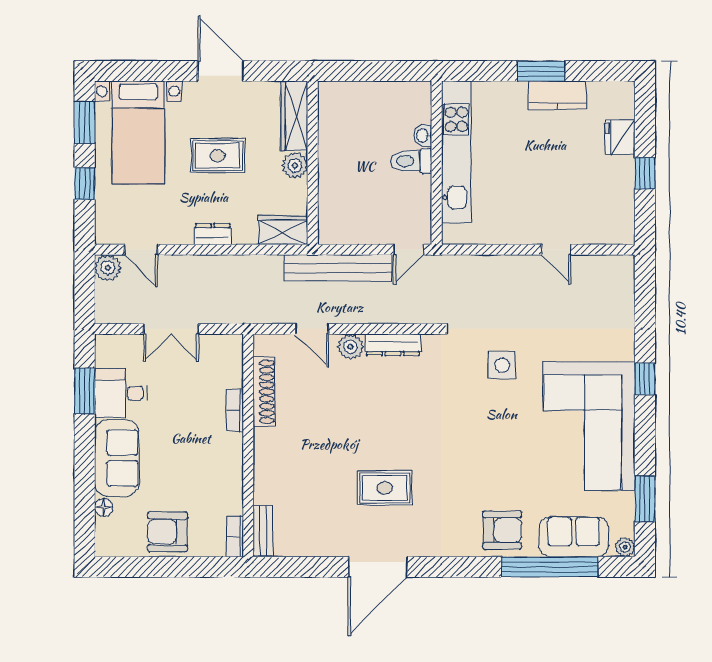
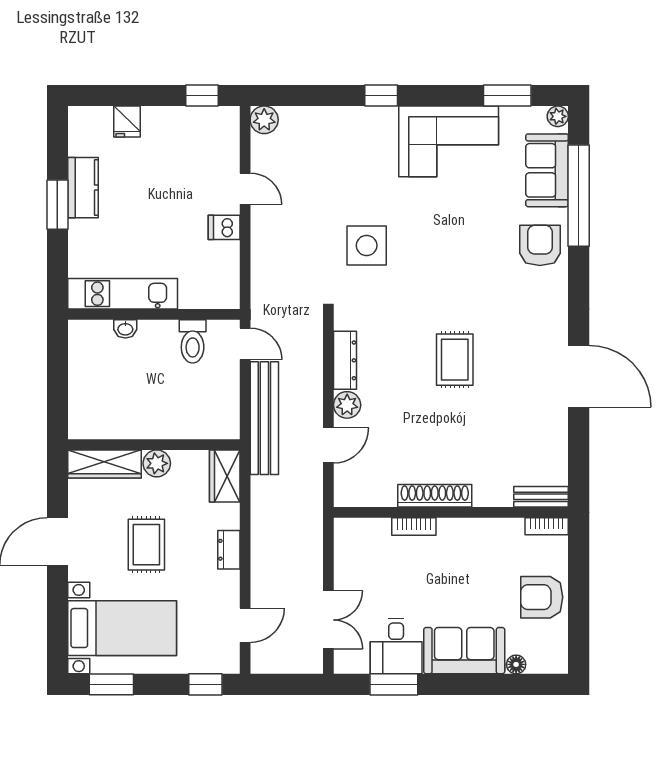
fridge: (620, 137) -> (127, 121), width x0.72
kitchen unit: (456, 152) -> (123, 294), width x0.73
toilet: (411, 161) -> (193, 341), moved
window: (645, 173) -> (202, 95), moved
window: (85, 184) -> (205, 684), moved
dishwasher: (519, 230) -> (224, 227), added
door: (556, 250) -> (245, 189), hinge flipped
plant: (108, 268) -> (264, 120), moved
double door: (171, 329) -> (328, 620), moved
side table: (502, 365) -> (367, 245), width x1.37, depth x1.37
shoe rack: (264, 392) -> (435, 496), moved
corner sofa: (589, 426) -> (449, 141), width x0.73, depth x0.74
rug: (385, 488) -> (455, 360), moved
armchair: (168, 532) -> (542, 597), turned 90

